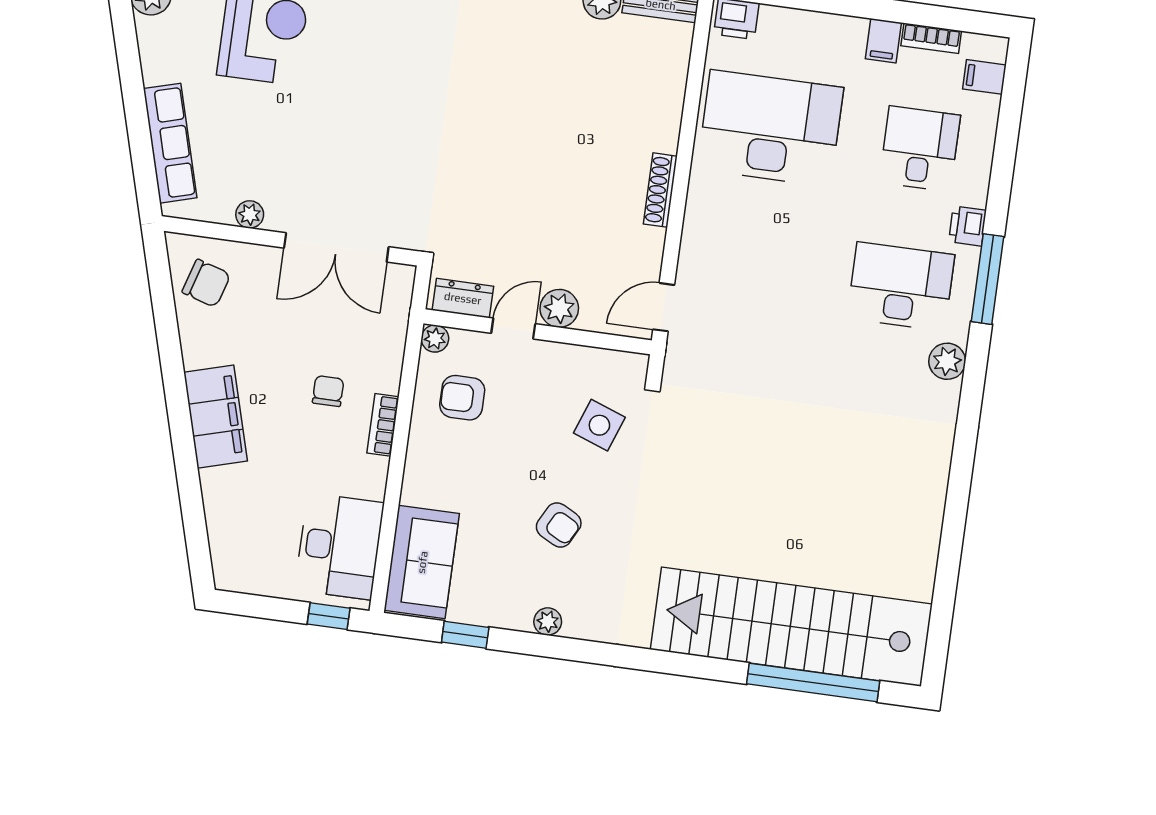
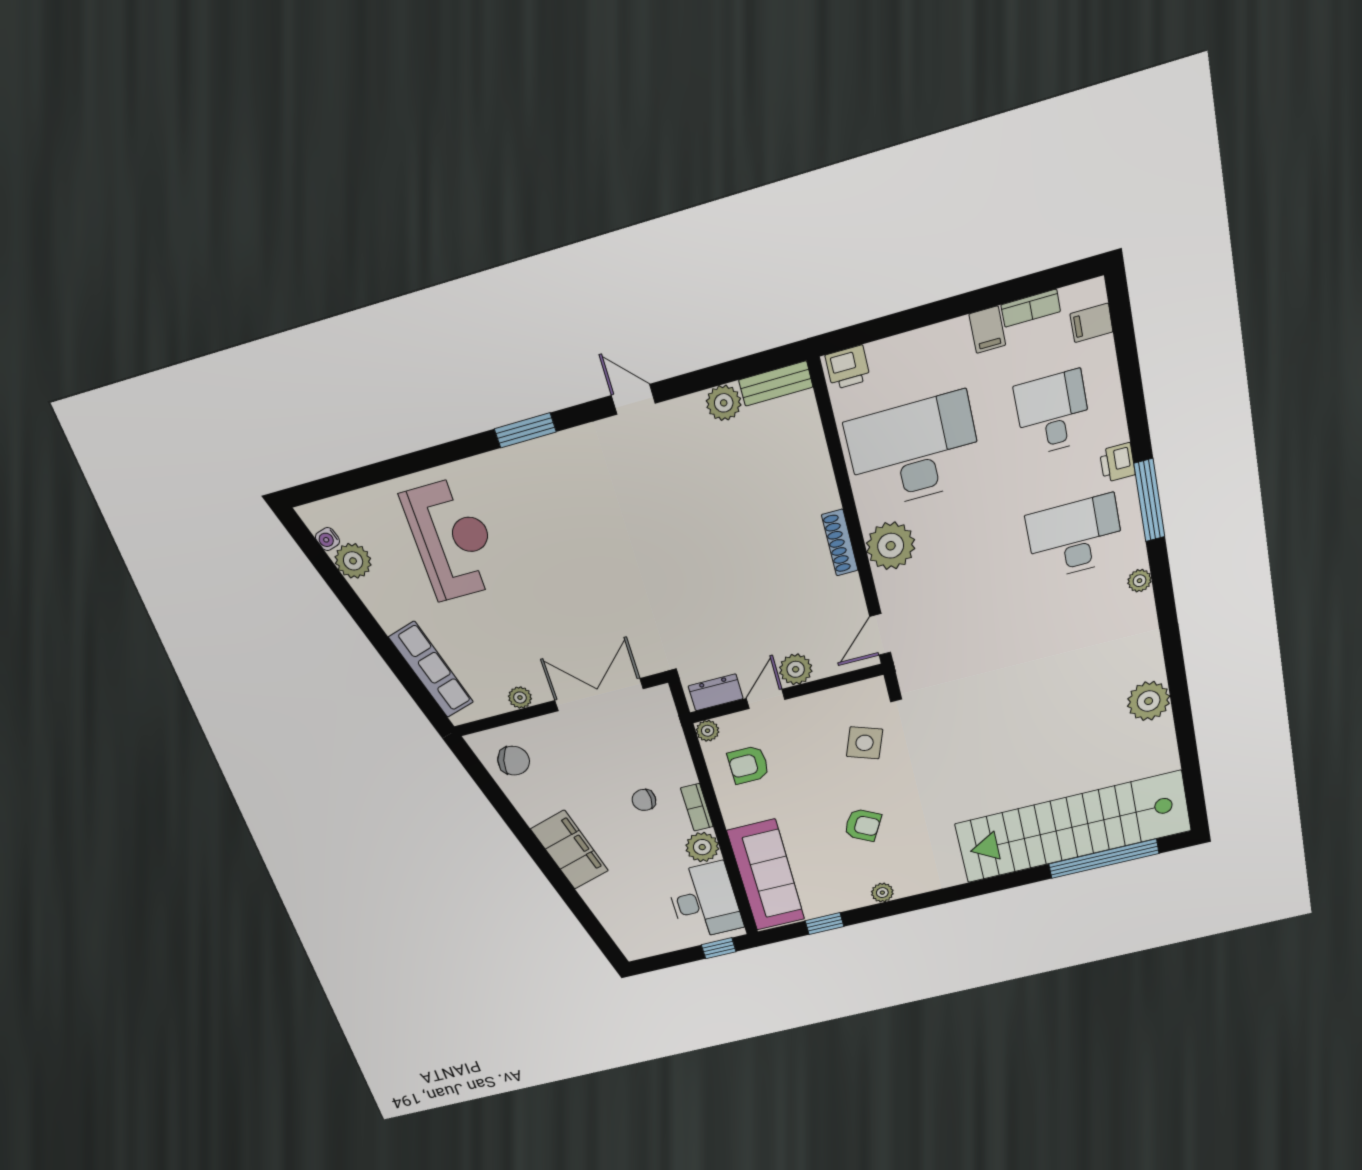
plant: (711, 215) -> (891, 546), added
double door: (336, 247) -> (599, 695), swing flipped
plant: (947, 361) -> (1140, 581), width x0.73, depth x0.73
chair: (328, 391) -> (644, 800), turned -90
plant: (367, 477) -> (702, 847), added
plant: (921, 505) -> (1149, 701), added
sofa: (422, 562) -> (766, 875), width x1.36

